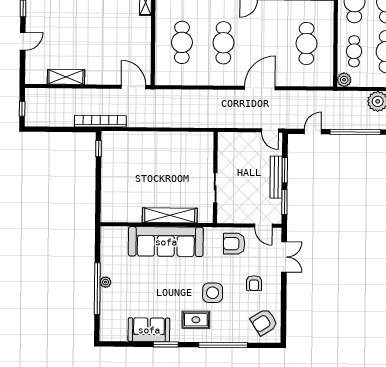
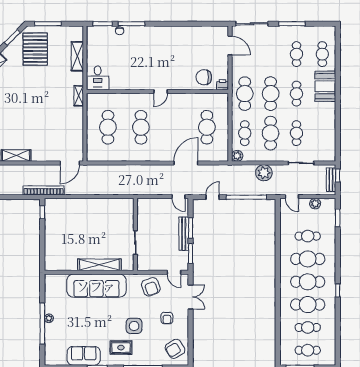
door: (134, 87) -> (70, 163), swing flipped
door: (260, 88) -> (186, 163), moved
armchair: (234, 244) -> (151, 287), turned -110

